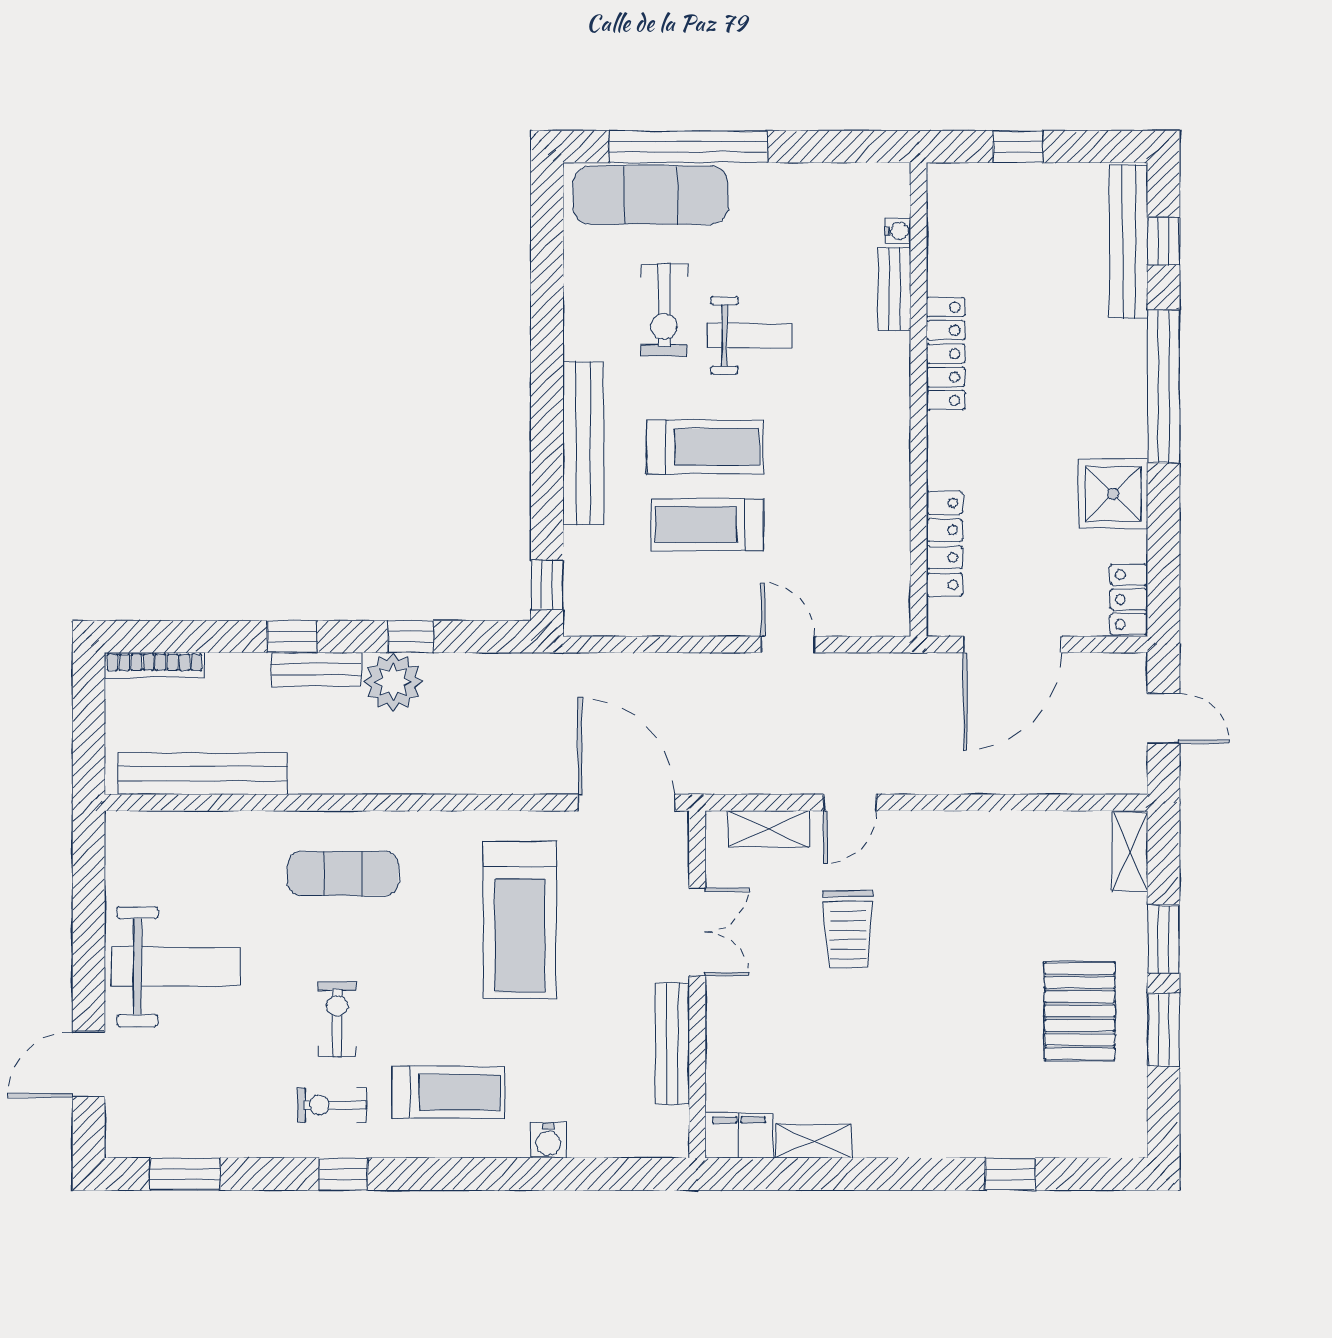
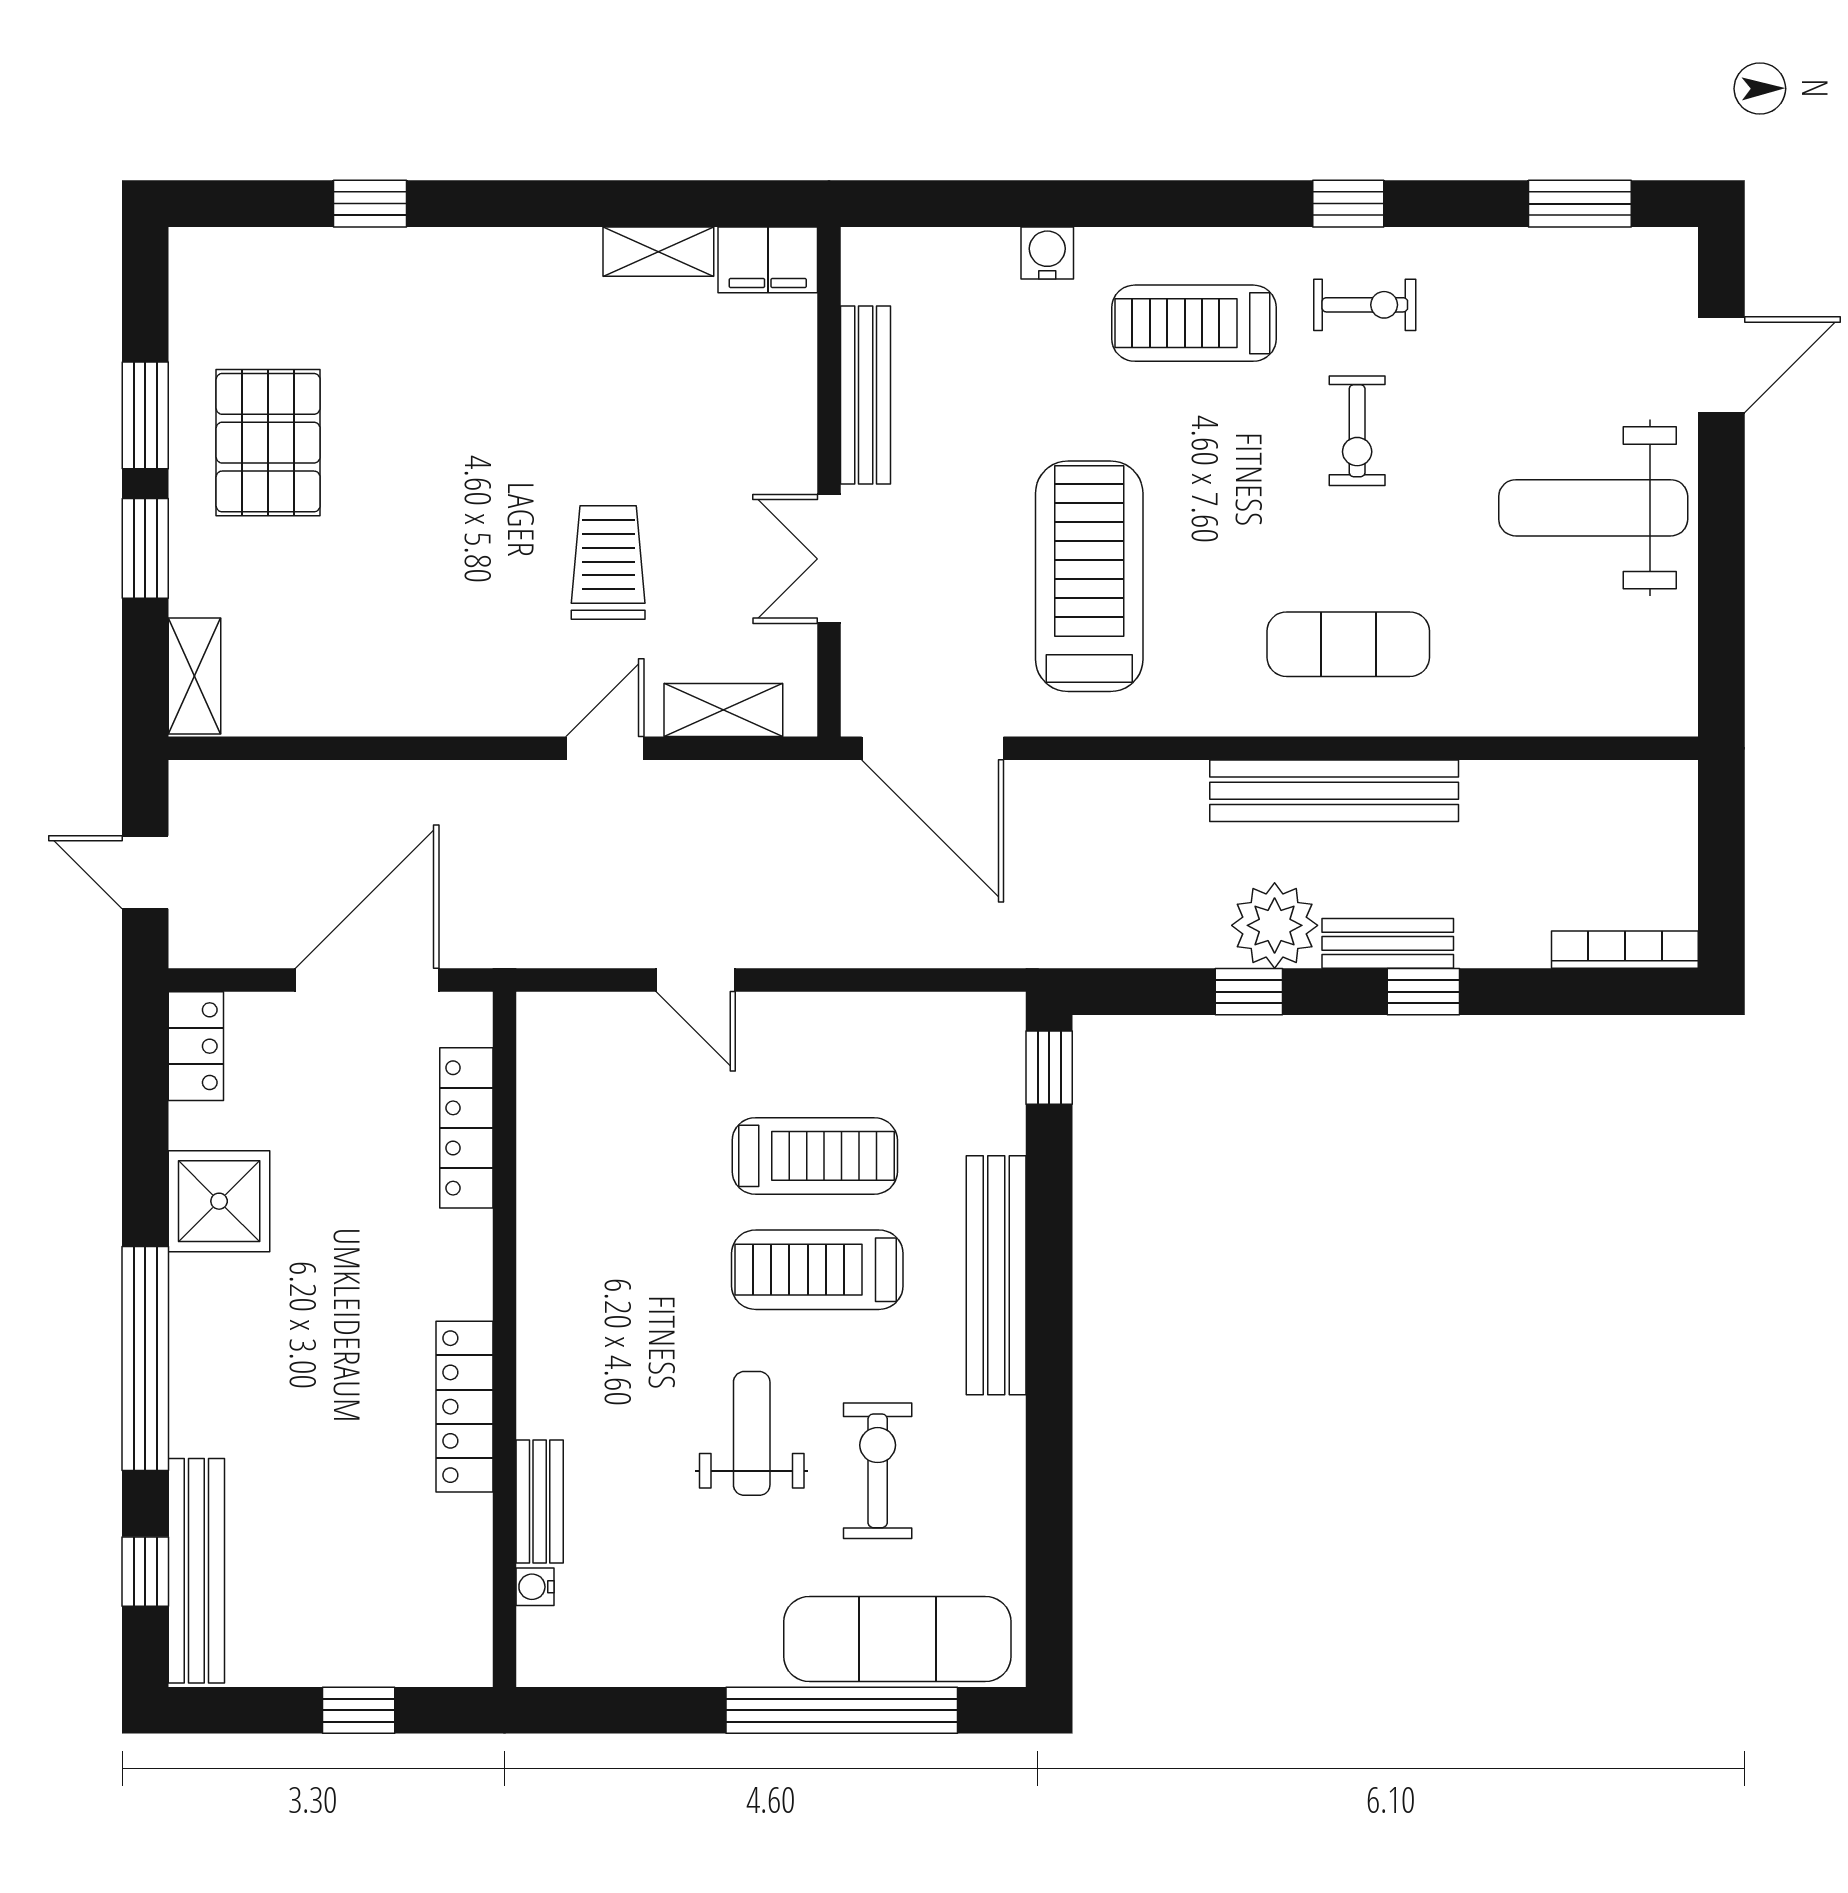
weight bench: (750, 335) -> (752, 1433), turned 90
bench: (203, 774) -> (1334, 791), moved

